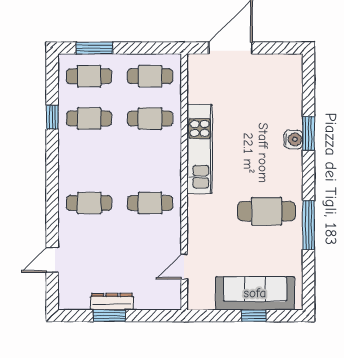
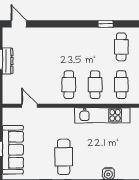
window: (52, 117) -> (106, 24), moved
cafe table: (89, 203) -> (95, 85), moved
door: (52, 260) -> (19, 24), moved

